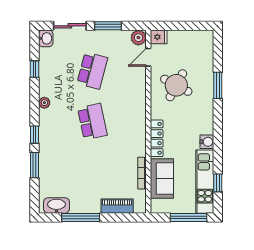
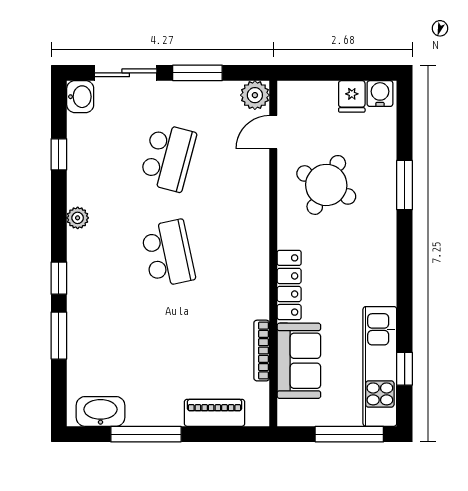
fridge: (159, 37) -> (352, 96), moved, turned 90
water cooler: (207, 142) -> (380, 94), moved, turned -90

